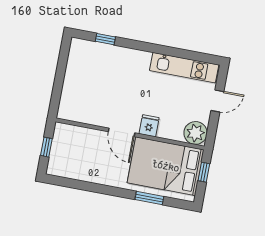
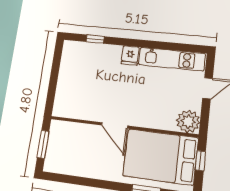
fridge: (149, 126) -> (130, 55), moved, turned 180
window: (46, 147) -> (43, 144), width x1.50

